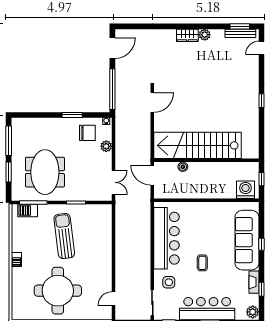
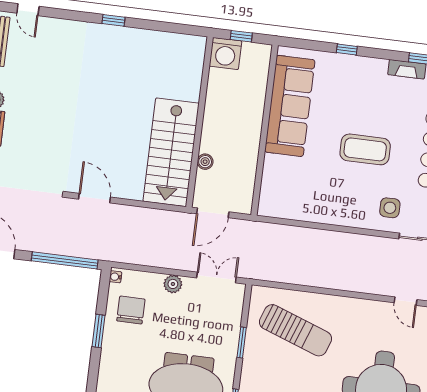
stairs: (198, 145) -> (171, 152), width x0.73
plant: (106, 146) -> (173, 284), moved
washing machine: (246, 190) -> (225, 54), moved, turned -90
sun lounger: (64, 236) -> (295, 330), moved, turned -153
bar counter: (167, 238) -> (318, 203), removed
sofa: (247, 240) -> (290, 106), moved, turned -90
coffee table: (202, 263) -> (365, 149), width x1.86, depth x1.72

